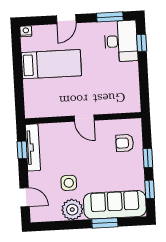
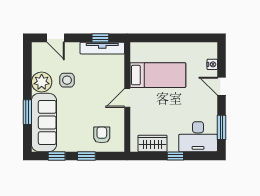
nightstand: (26, 31) -> (212, 64), moved
window: (142, 43) -> (175, 156), moved
bed: (51, 64) -> (158, 75), moved, turned -90
wardrobe: (131, 89) -> (152, 143), added
door: (25, 197) -> (56, 38), hinge flipped

